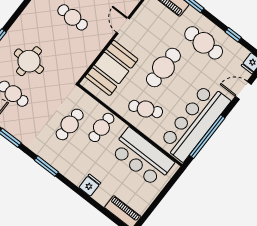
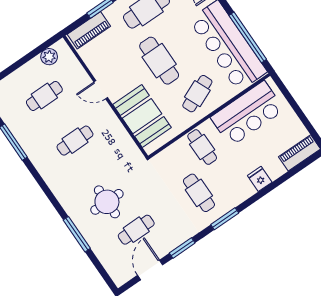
cafe table: (70, 124) -> (199, 193), moved

